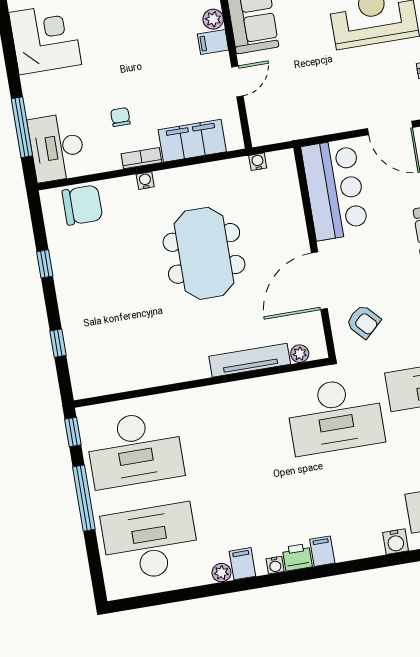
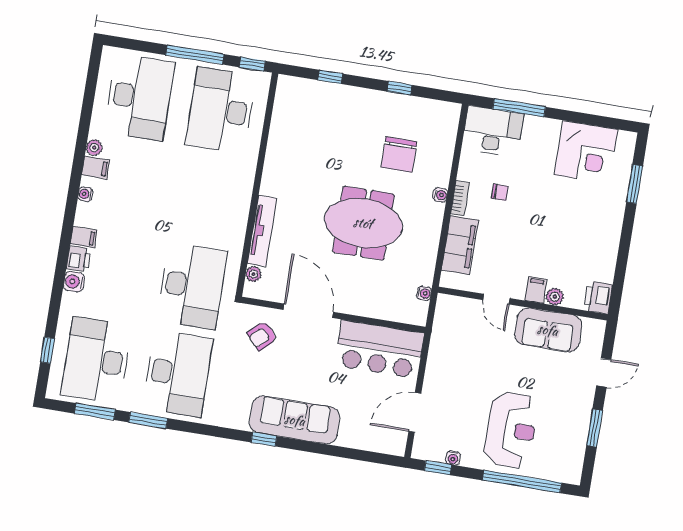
chair: (82, 205) -> (399, 155), moved
desk: (335, 416) -> (192, 286), turned 180
water cooler: (396, 542) -> (74, 282), moved
printer: (297, 557) -> (78, 259), moved

